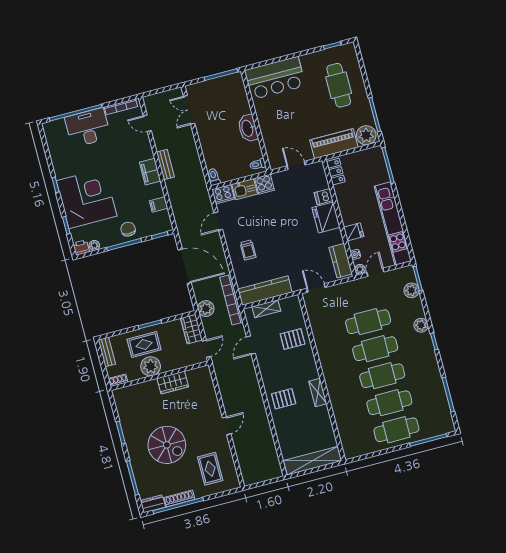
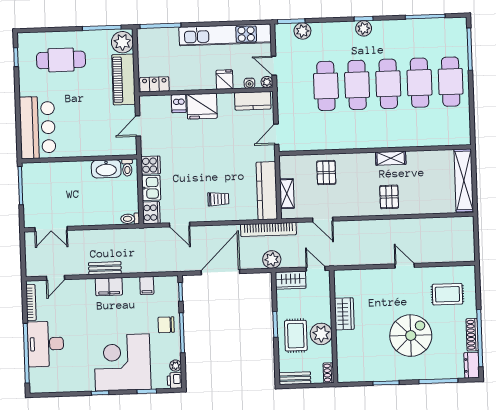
washbasin: (248, 128) -> (106, 169), moved
plant: (421, 325) -> (364, 28), moved

